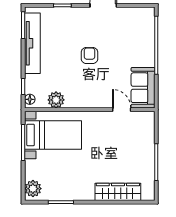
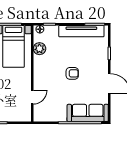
sofa: (143, 88) -> (88, 113), moved, width x1.36

